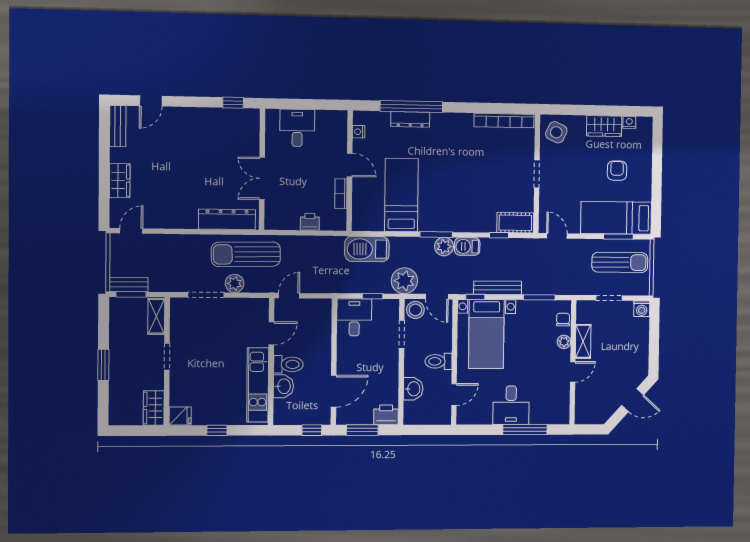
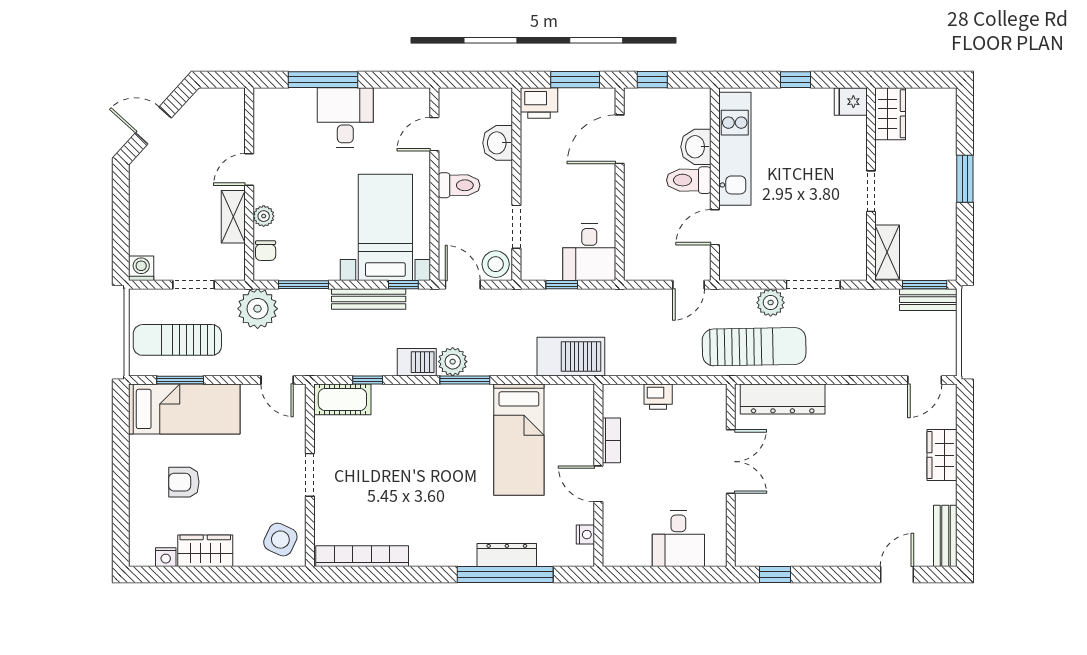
armchair: (617, 171) -> (184, 482), turned 90
plant: (404, 281) -> (258, 309), moved

